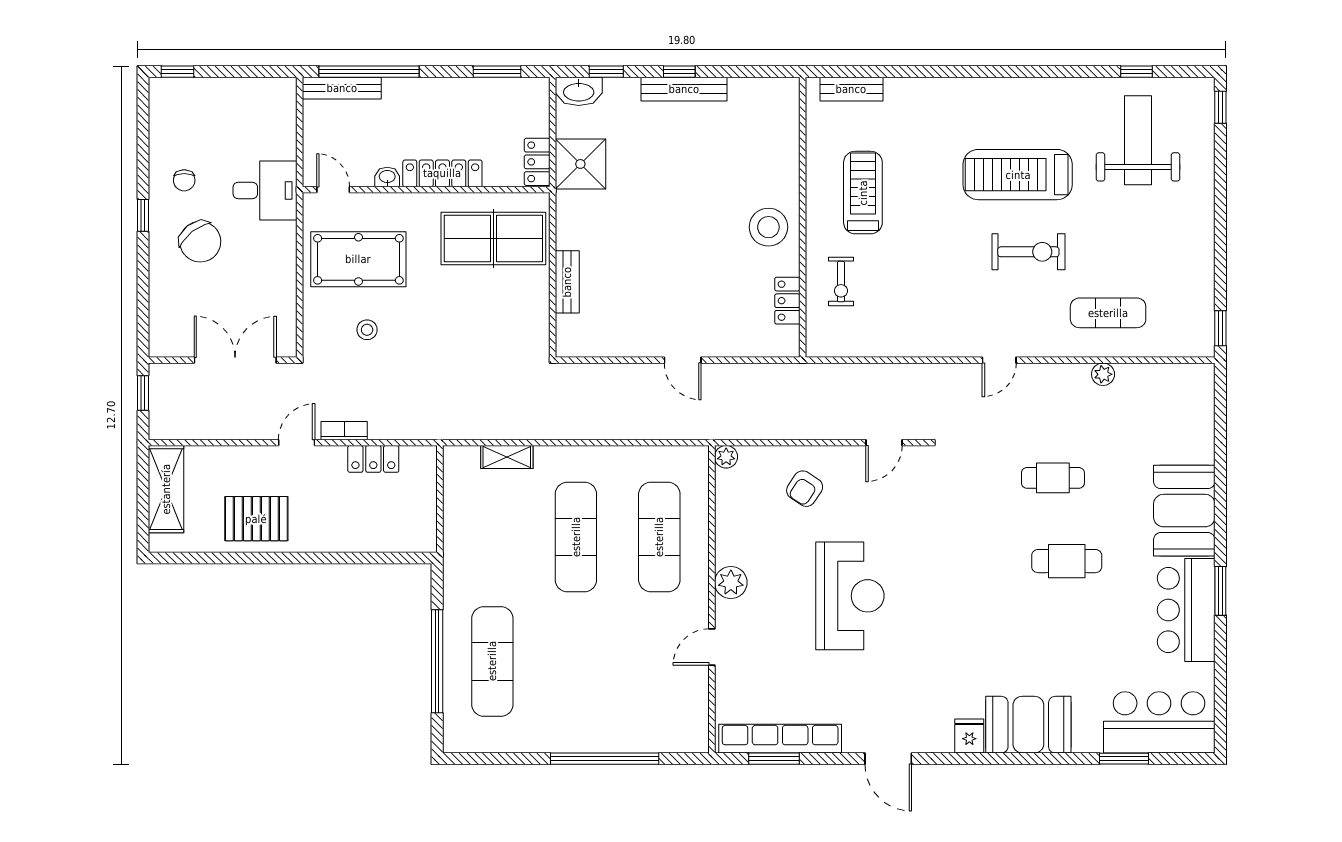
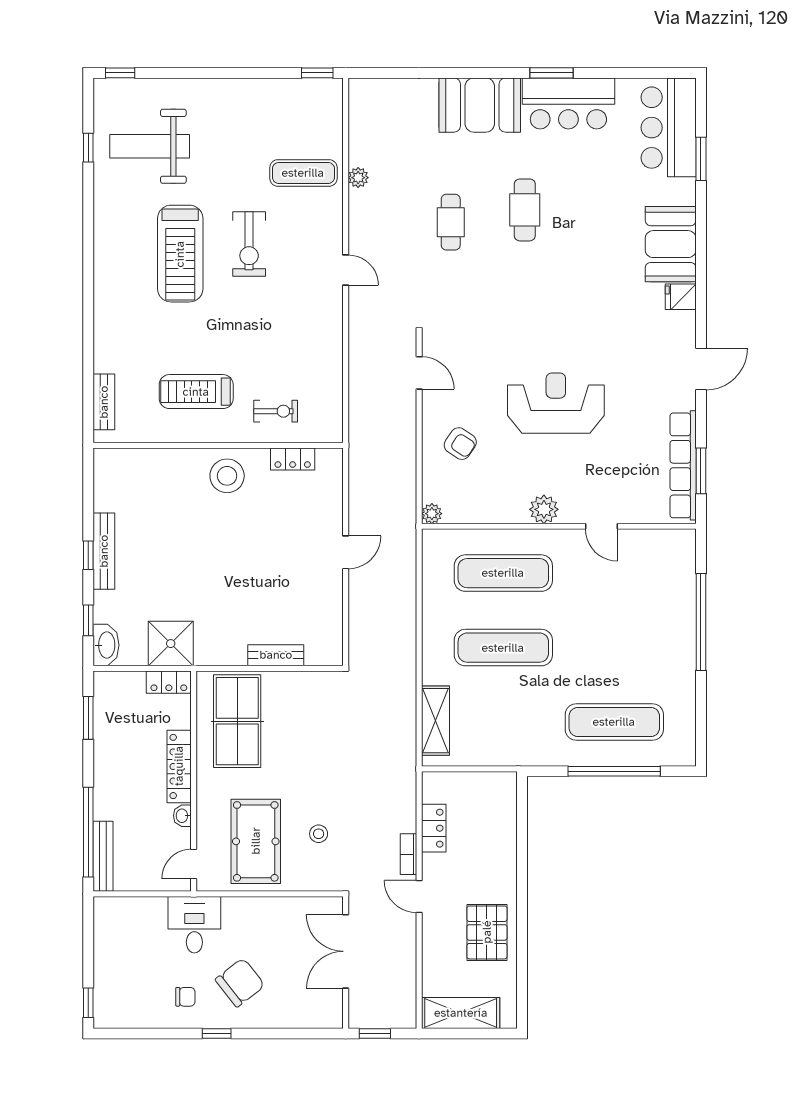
exercise bike: (1028, 252) -> (249, 244), turned 180
exercise mat: (1108, 313) -> (303, 173), turned 90
shelving: (507, 457) -> (436, 721), width x1.50, depth x1.33

